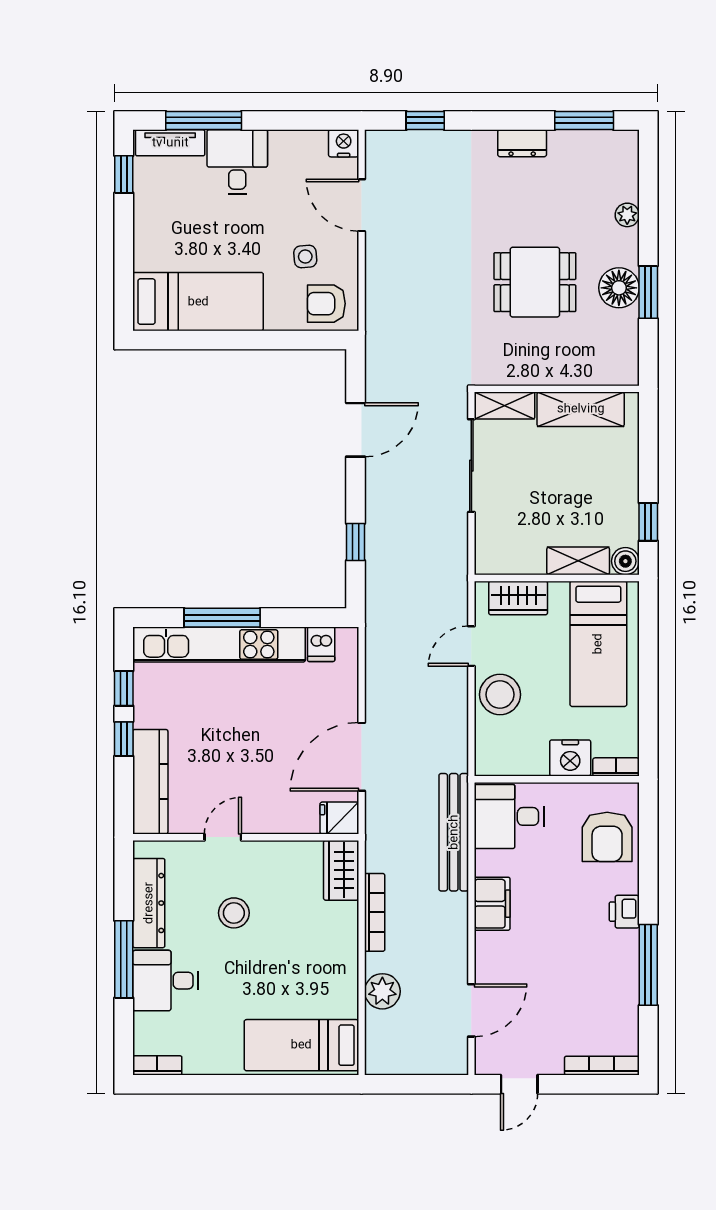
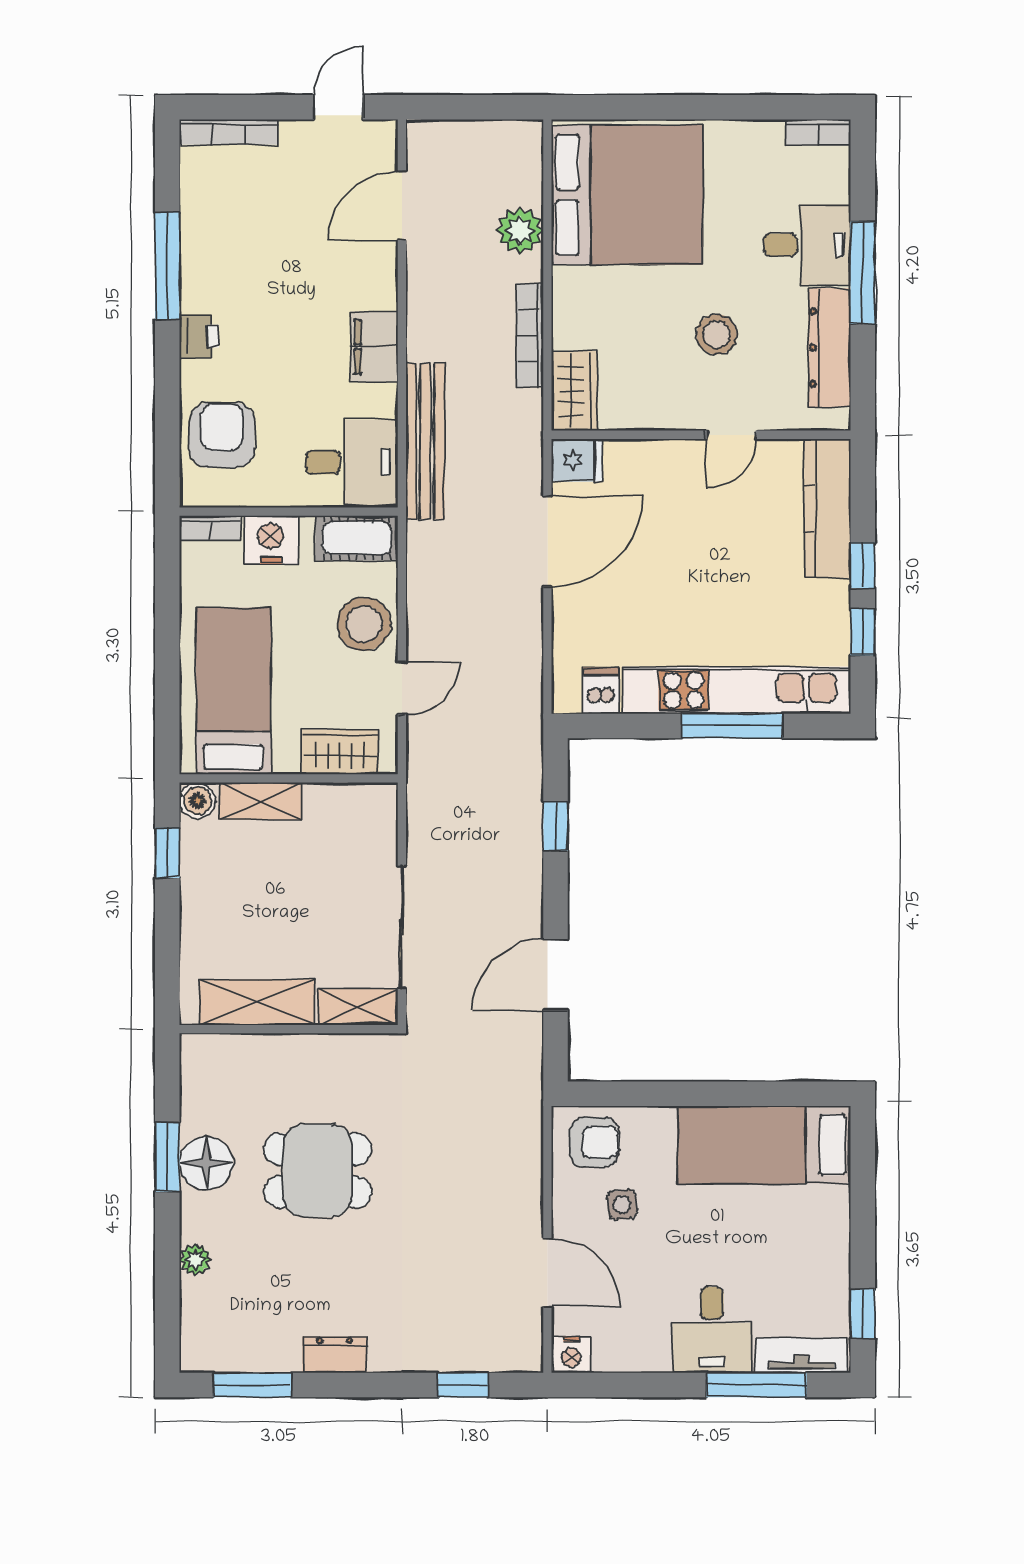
cot: (505, 759) -> (357, 538), added
bed: (301, 1045) -> (627, 195), width x2.04

